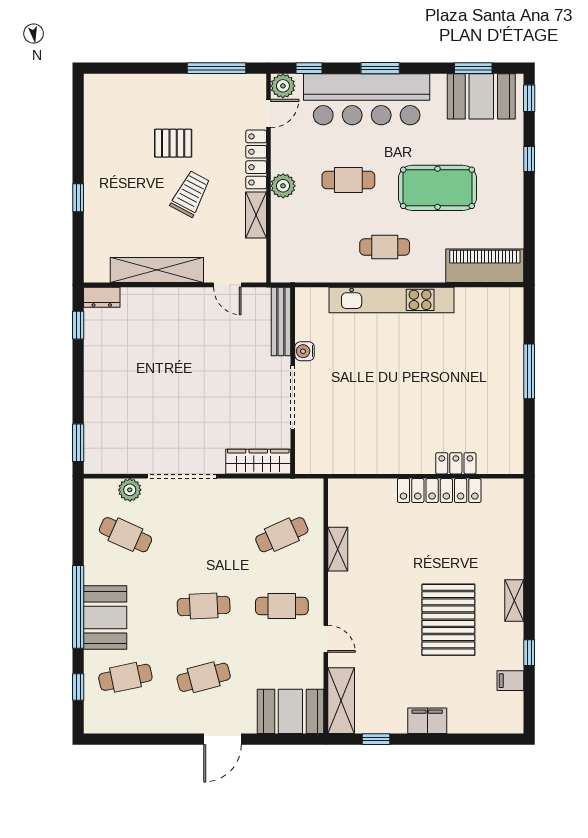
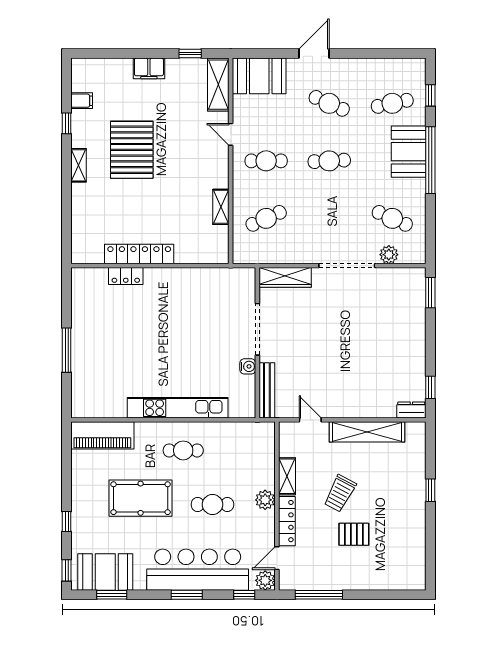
cafe table: (204, 677) -> (329, 103), turned 39

